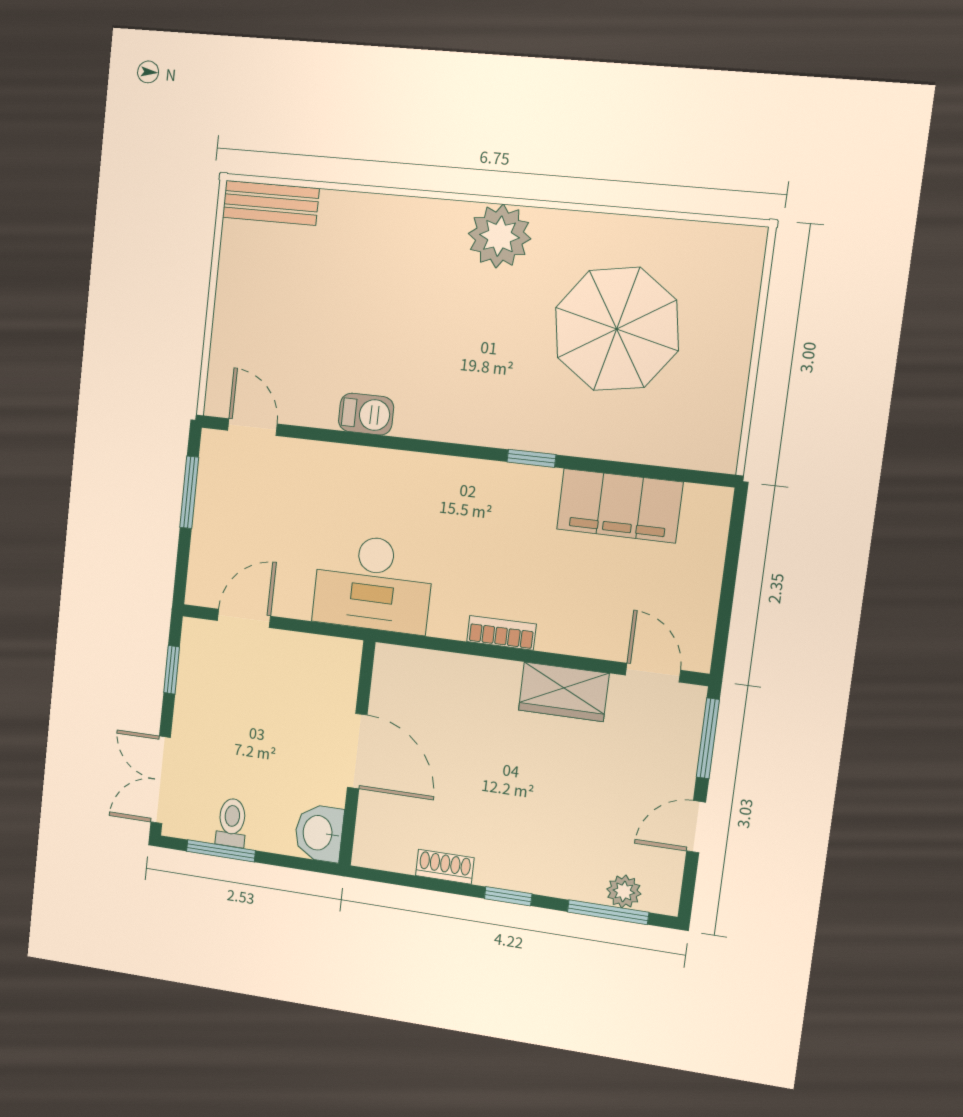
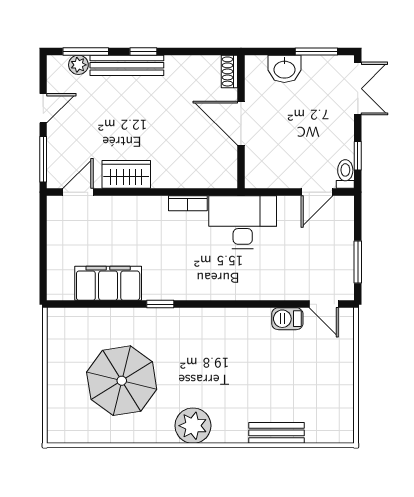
bench: (271, 203) -> (276, 433), moved
barbecue: (366, 414) -> (287, 319), moved
bookcase: (501, 633) -> (188, 203), moved
door: (653, 673) -> (78, 192), swing flipped
toilet: (232, 823) -> (345, 174), moved, turned 180
washbasin: (319, 833) -> (284, 69), moved, turned 90
shoe rack: (445, 867) -> (229, 71), moved, turned 90
bench: (539, 877) -> (127, 65), added

